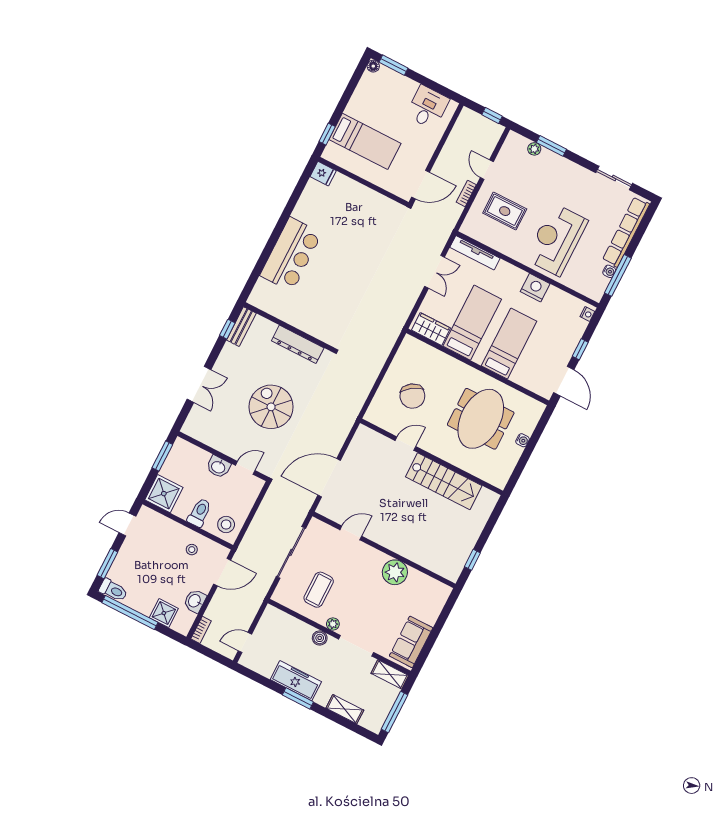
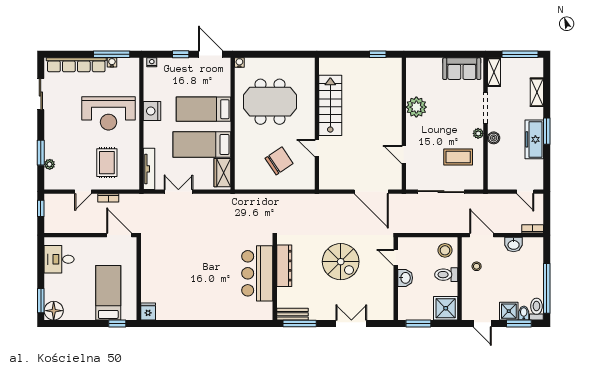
floor lamp: (373, 66) -> (54, 311), width x1.89, depth x1.89
bar counter: (291, 254) -> (257, 273), moved, turned -90
window: (227, 329) -> (300, 324), width x2.17
door: (564, 381) -> (211, 54), hinge flipped
spiral stairs: (271, 407) -> (341, 262), turned -90
water cooler: (522, 440) -> (239, 63), moved
bidet: (116, 574) -> (524, 313), added
shower: (164, 613) -> (509, 311), moved

